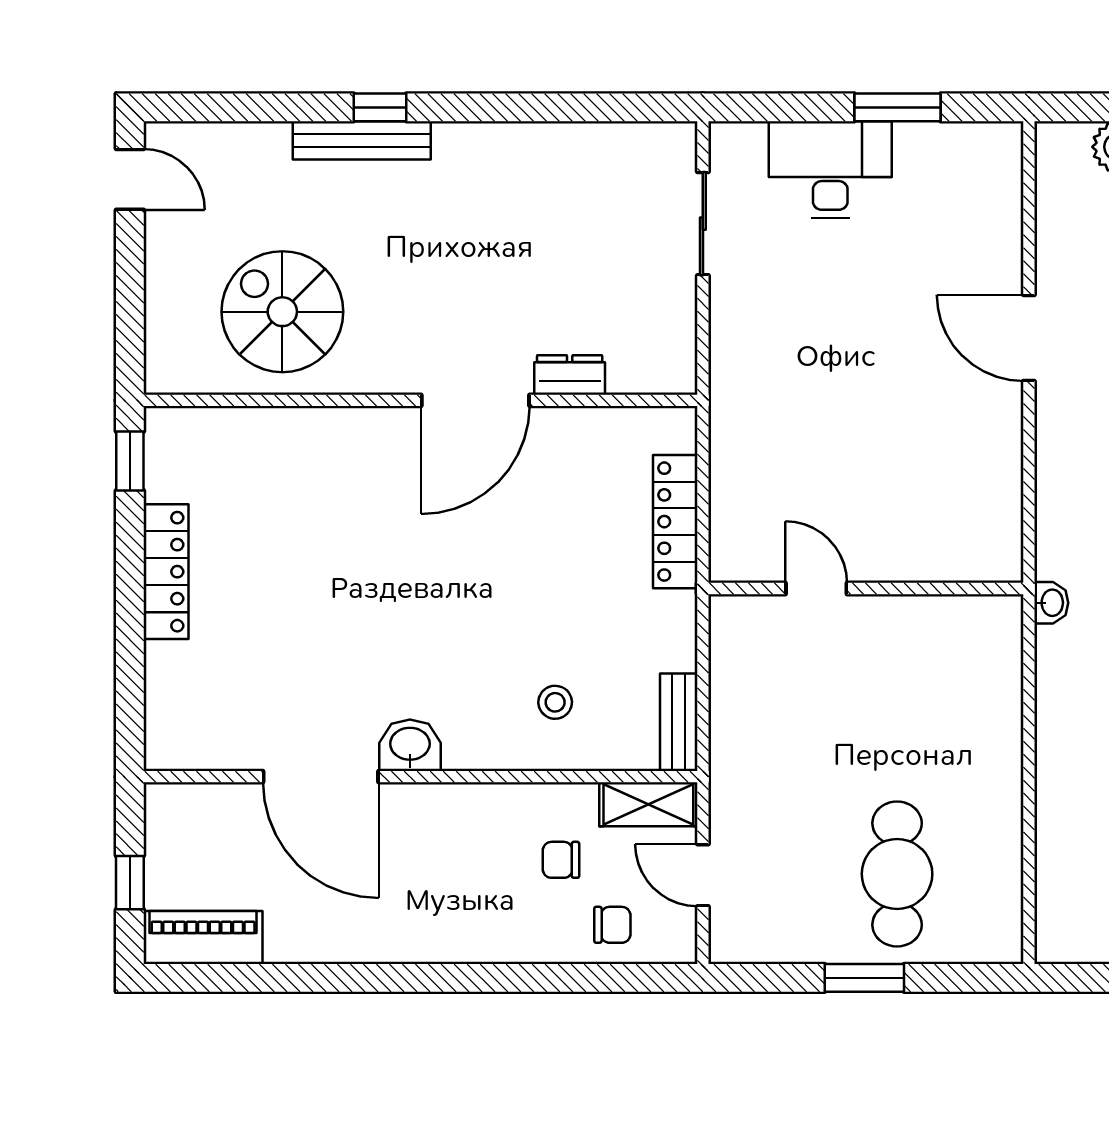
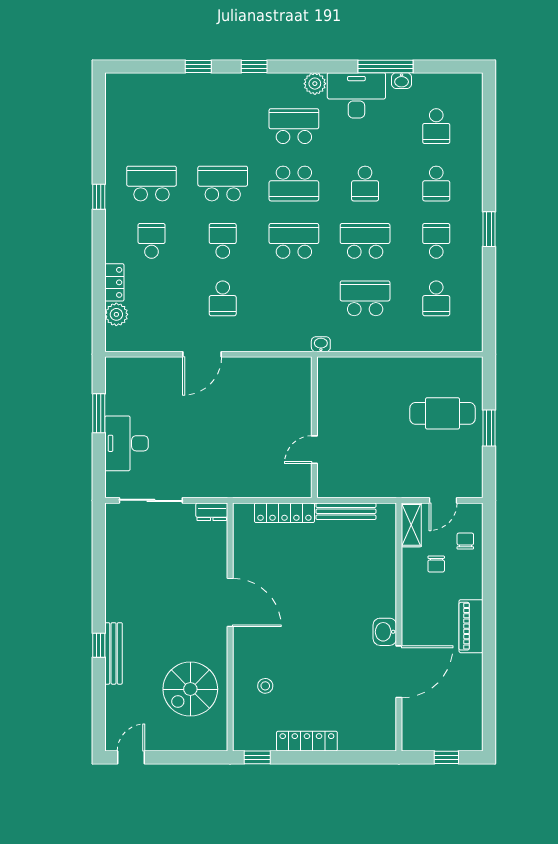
sliding door: (703, 224) -> (151, 500), width x1.37
dresser: (570, 375) -> (212, 512), moved, turned -90
stool: (555, 702) -> (265, 686), moved
bench: (679, 722) -> (346, 511), moved, width x1.36
piano: (203, 937) -> (471, 626), moved

